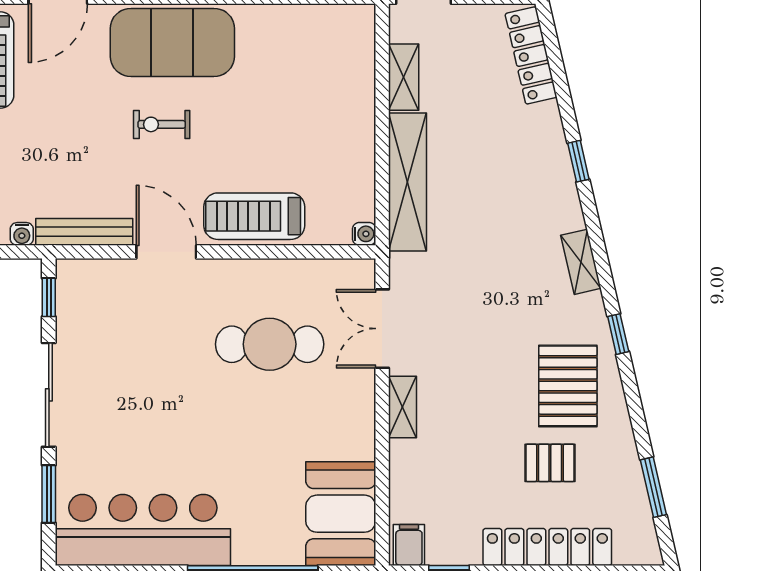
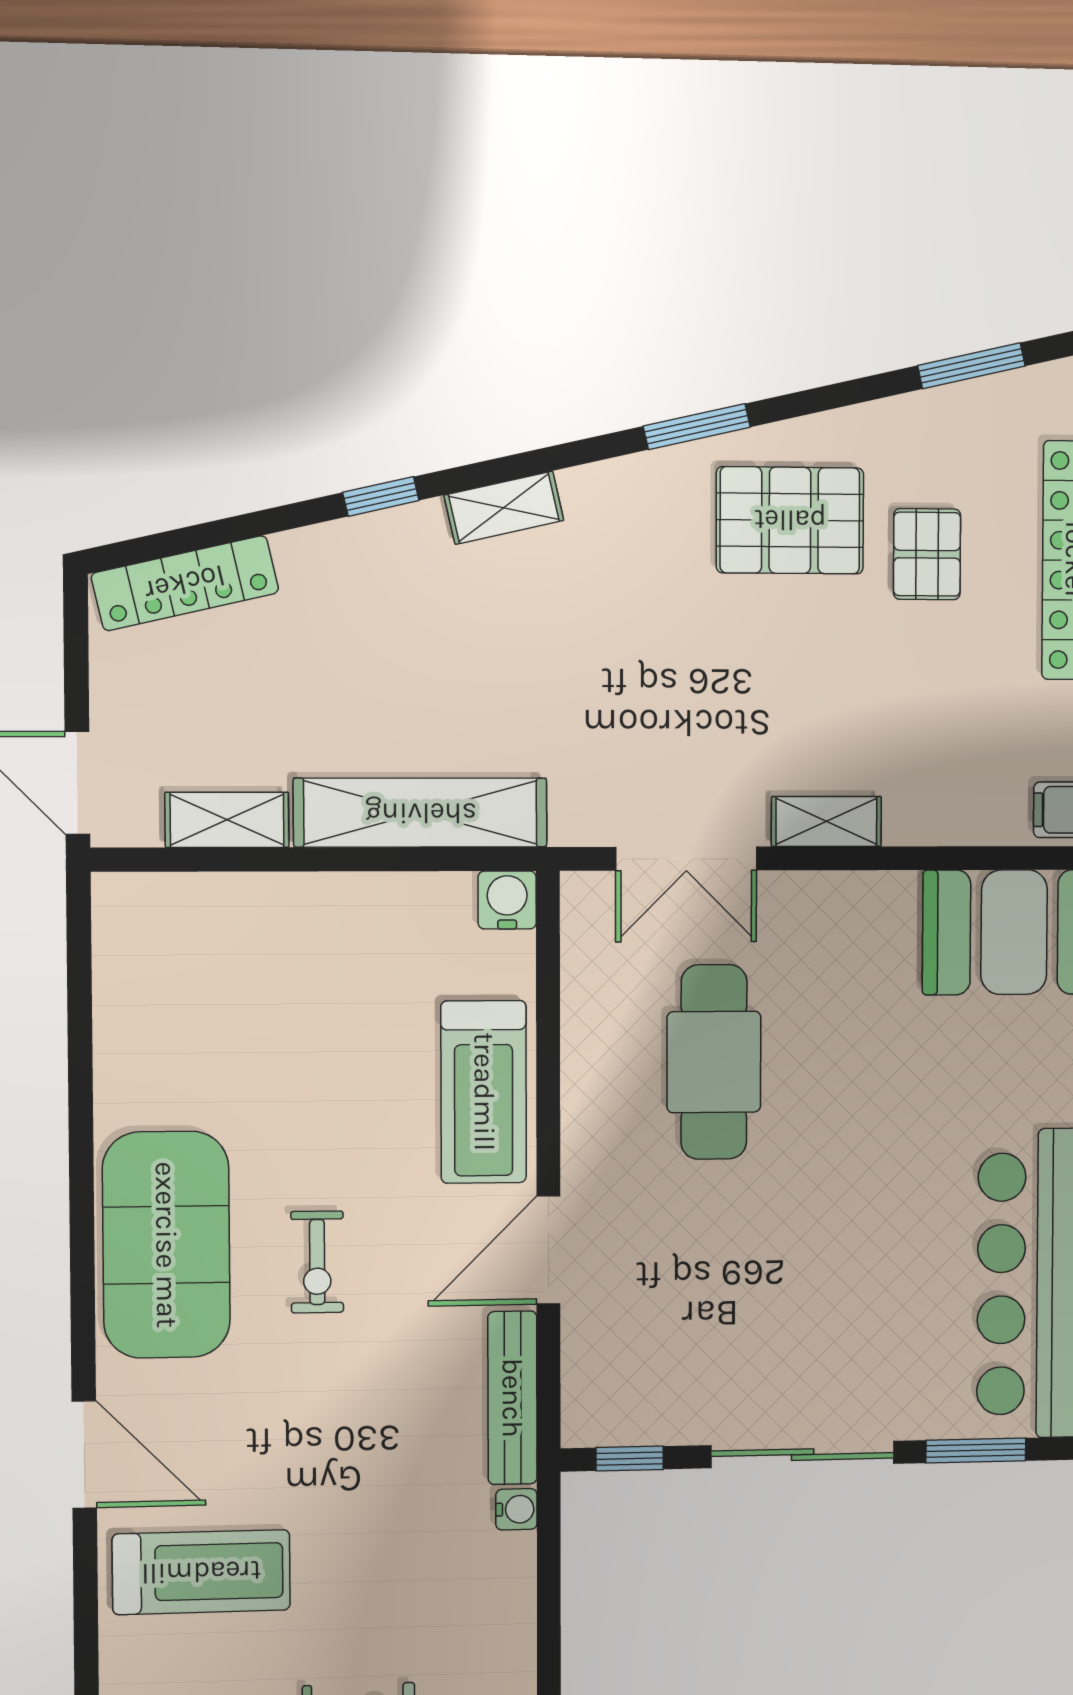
water cooler: (364, 234) -> (507, 900), width x1.38, depth x1.38
shelving: (581, 262) -> (504, 508), moved
window: (618, 334) -> (697, 427), width x1.50

